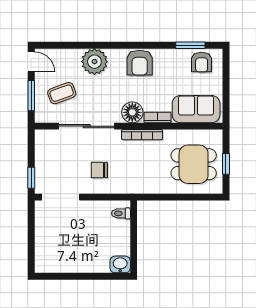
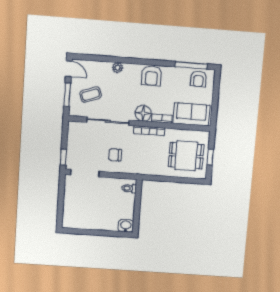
window: (190, 45) -> (191, 65), width x1.44
plant: (94, 62) -> (118, 68), width x0.53, depth x0.53

